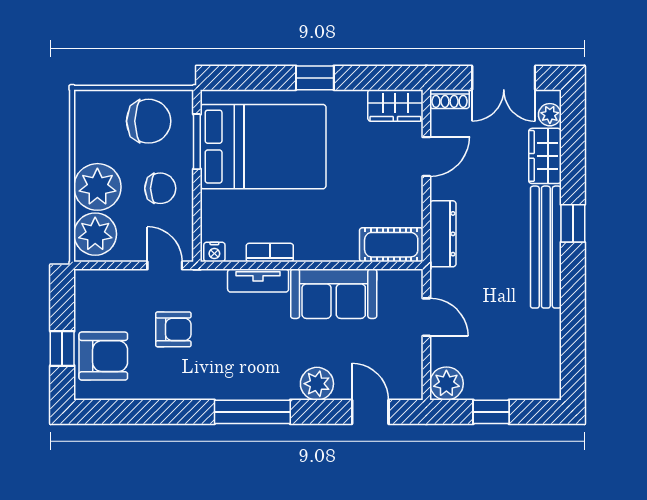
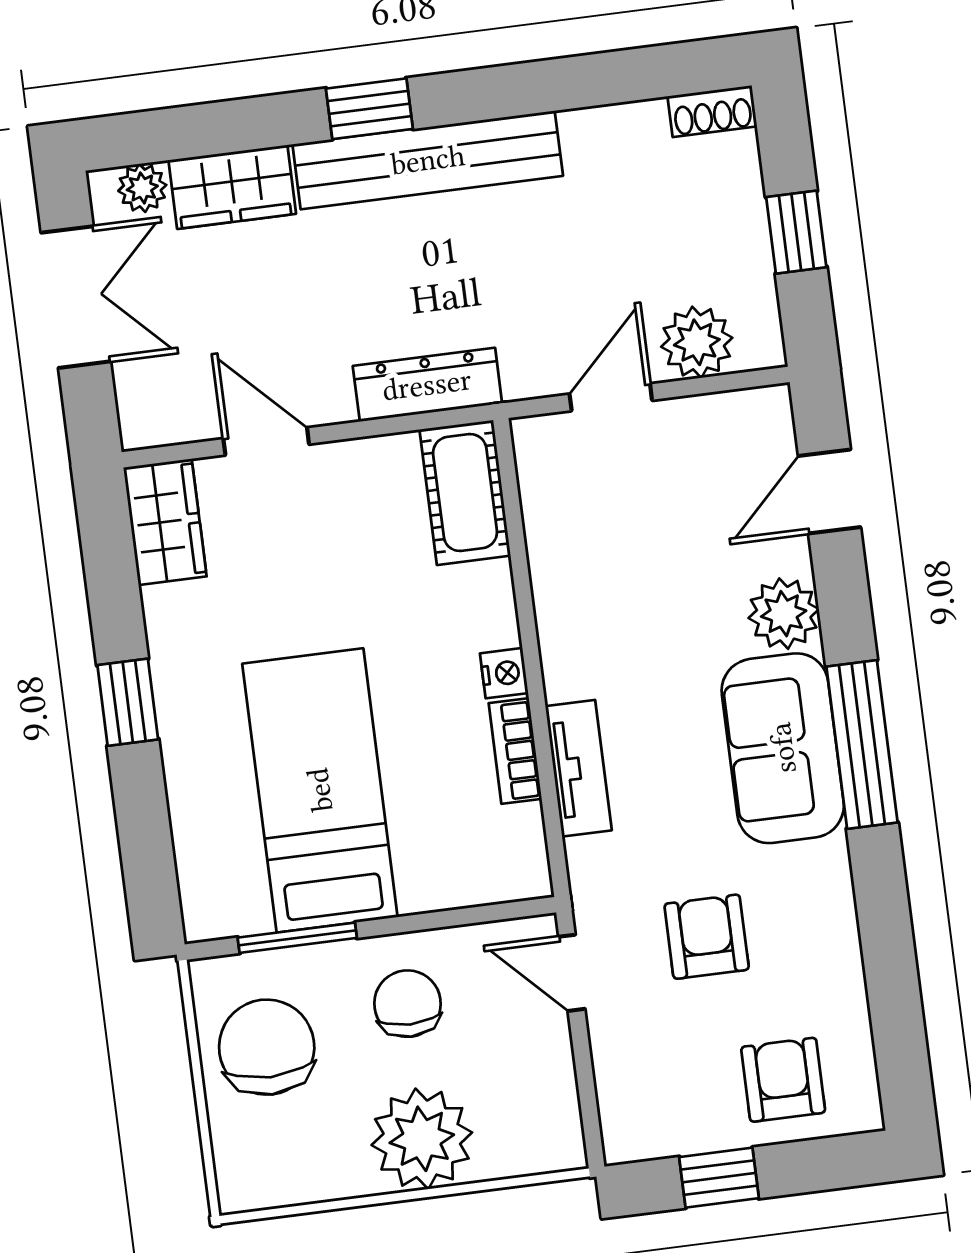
shoe rack: (450, 99) -> (712, 111), moved, turned 90
bed: (263, 147) -> (320, 790), width x0.67
plant: (95, 234) -> (524, 1131), removed
nightstand: (214, 252) -> (504, 673), moved
door: (165, 265) -> (572, 973), hinge flipped
sofa: (334, 294) -> (783, 748), moved, turned 180
window: (62, 348) -> (719, 1178), moved
armchair: (103, 356) -> (783, 1080), width x0.72, depth x0.72
plant: (446, 383) -> (697, 342), moved

